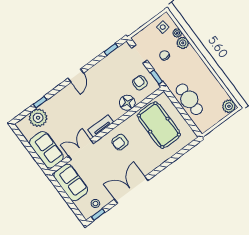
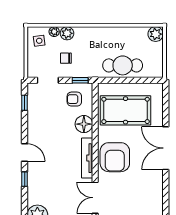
window: (40, 102) -> (25, 179), moved
tv unit: (101, 126) -> (87, 158), width x1.41
armchair: (120, 142) -> (115, 157), width x1.88, depth x1.88
double door: (131, 190) -> (166, 148), moved

